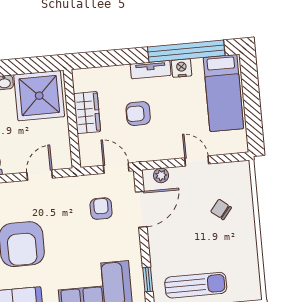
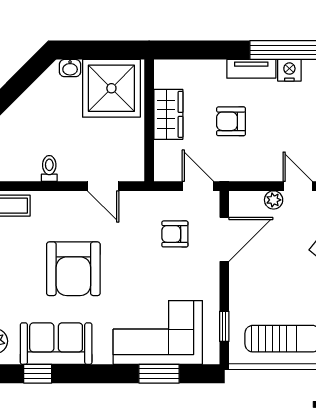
door: (40, 175) -> (103, 186), swing flipped
plant: (161, 175) -> (274, 200), moved
armchair: (101, 209) -> (175, 234), turned -90

